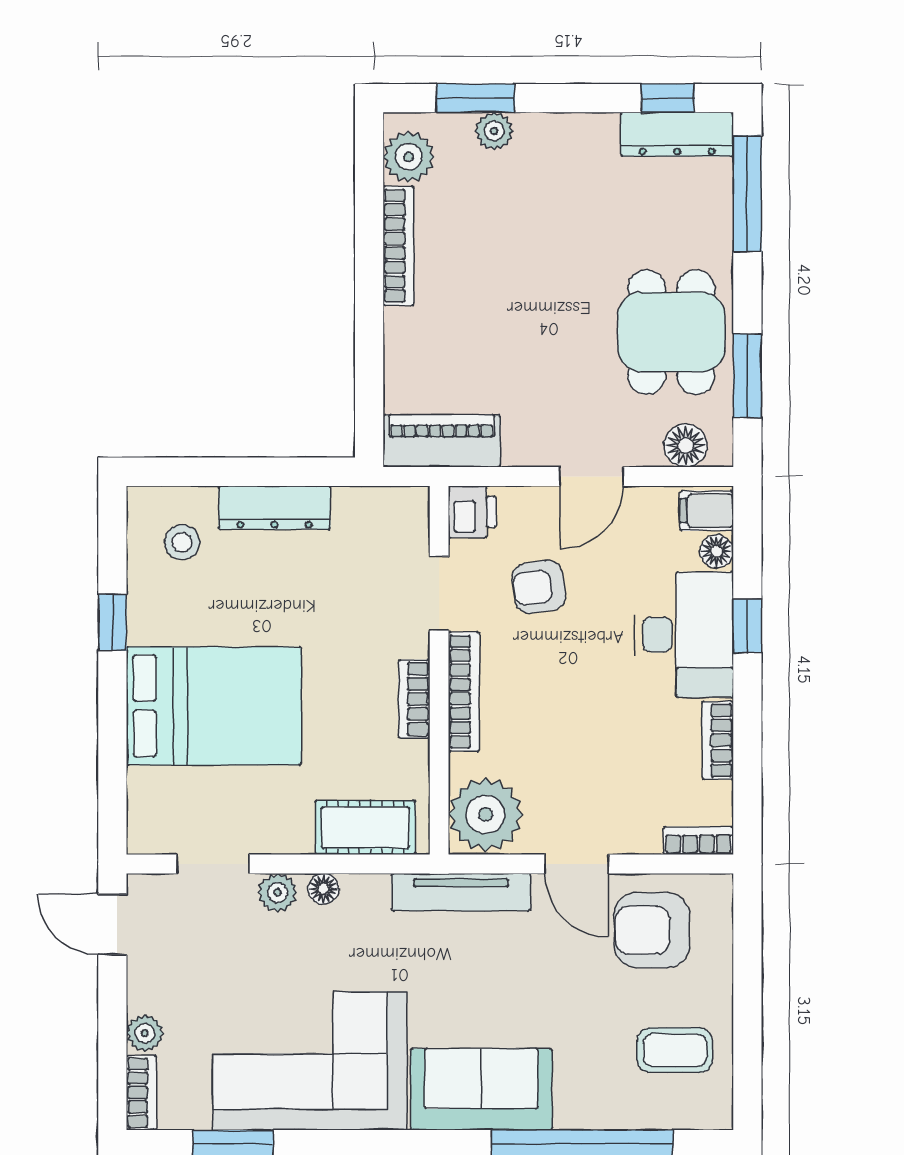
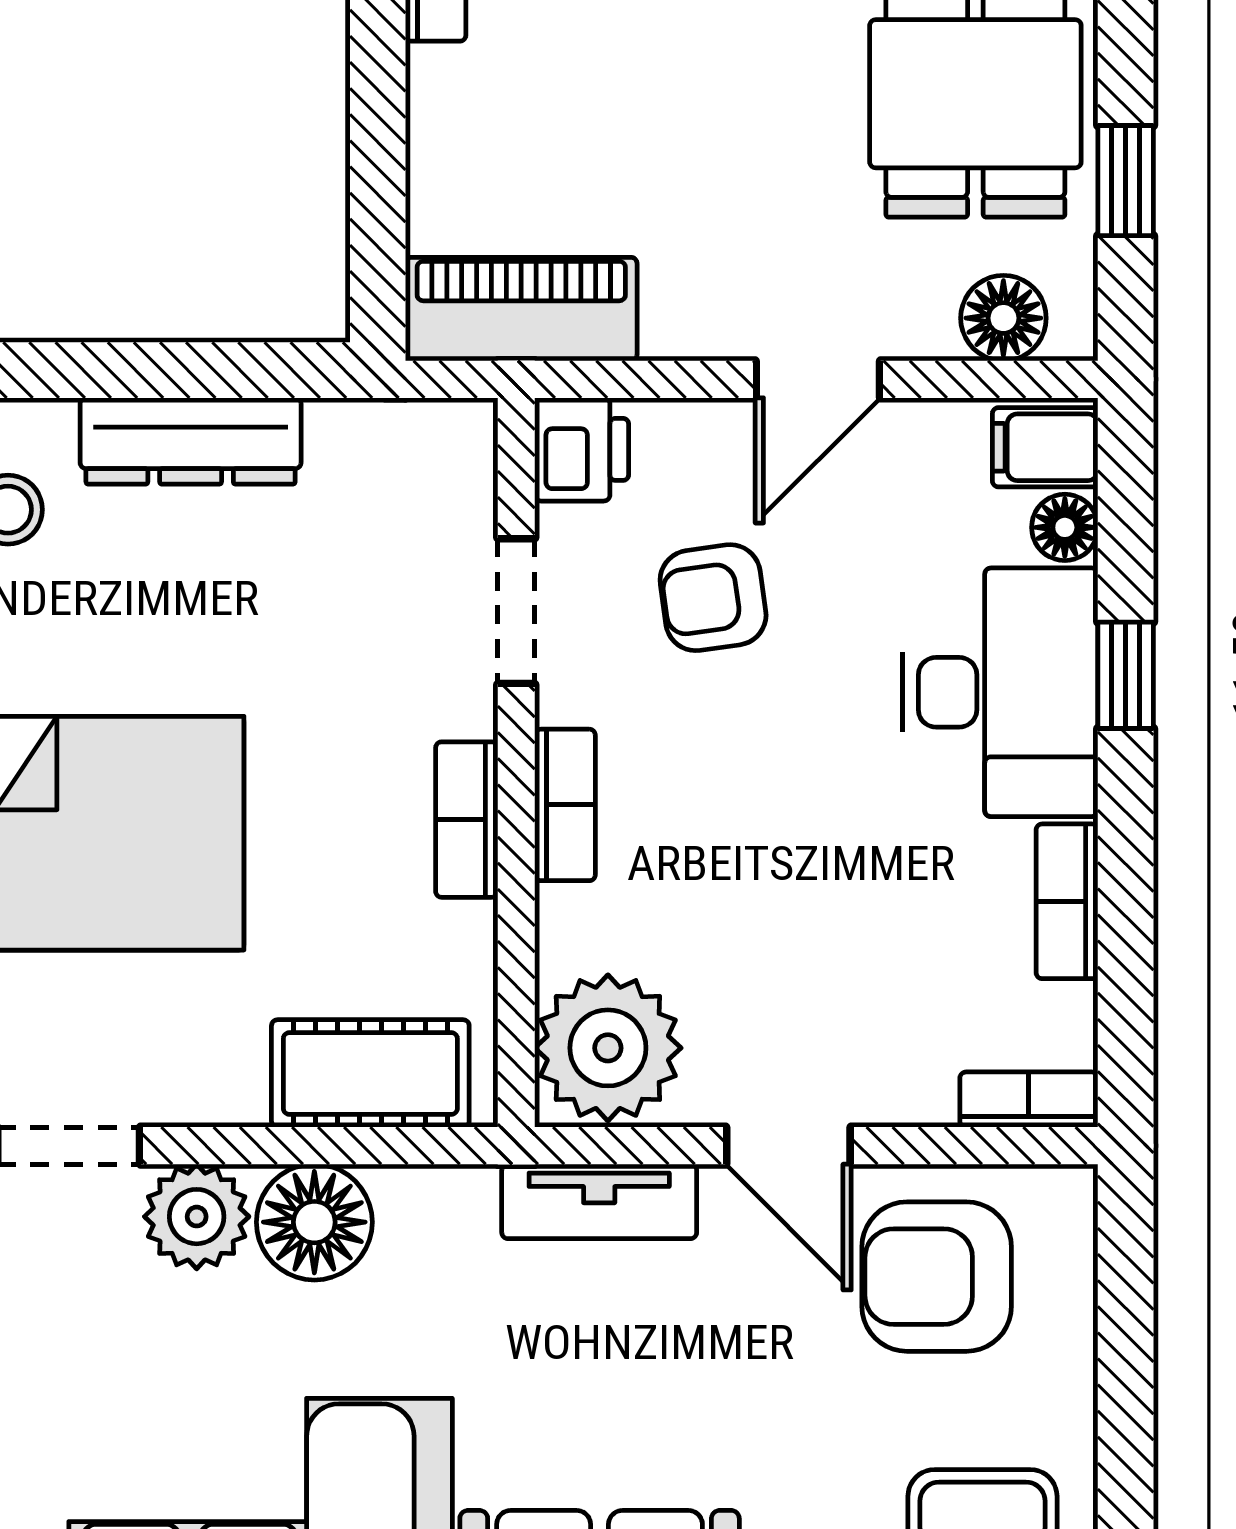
window: (747, 376) -> (1126, 181), width x0.67
bookcase: (464, 692) -> (565, 805), width x0.64
floor lamp: (323, 889) -> (314, 1222), width x1.89, depth x1.89
tv unit: (461, 892) -> (599, 1201), width x0.71
plant: (278, 893) -> (197, 1217), width x1.38, depth x1.38

